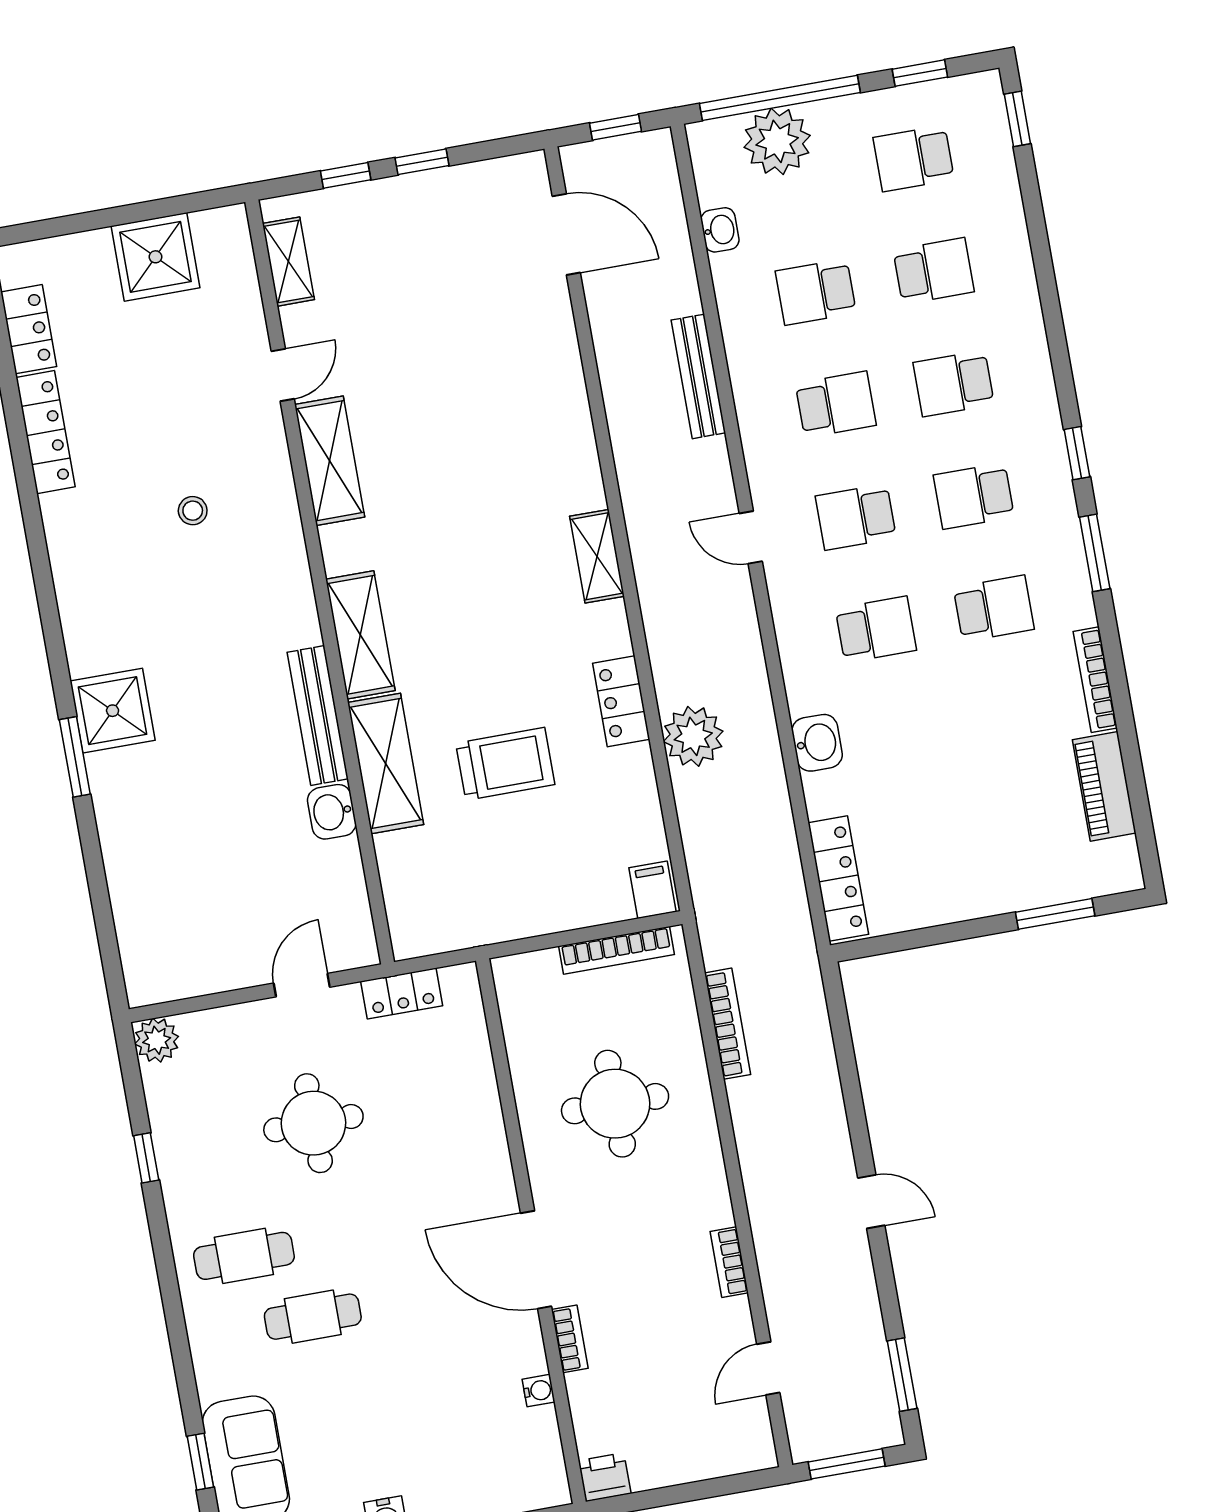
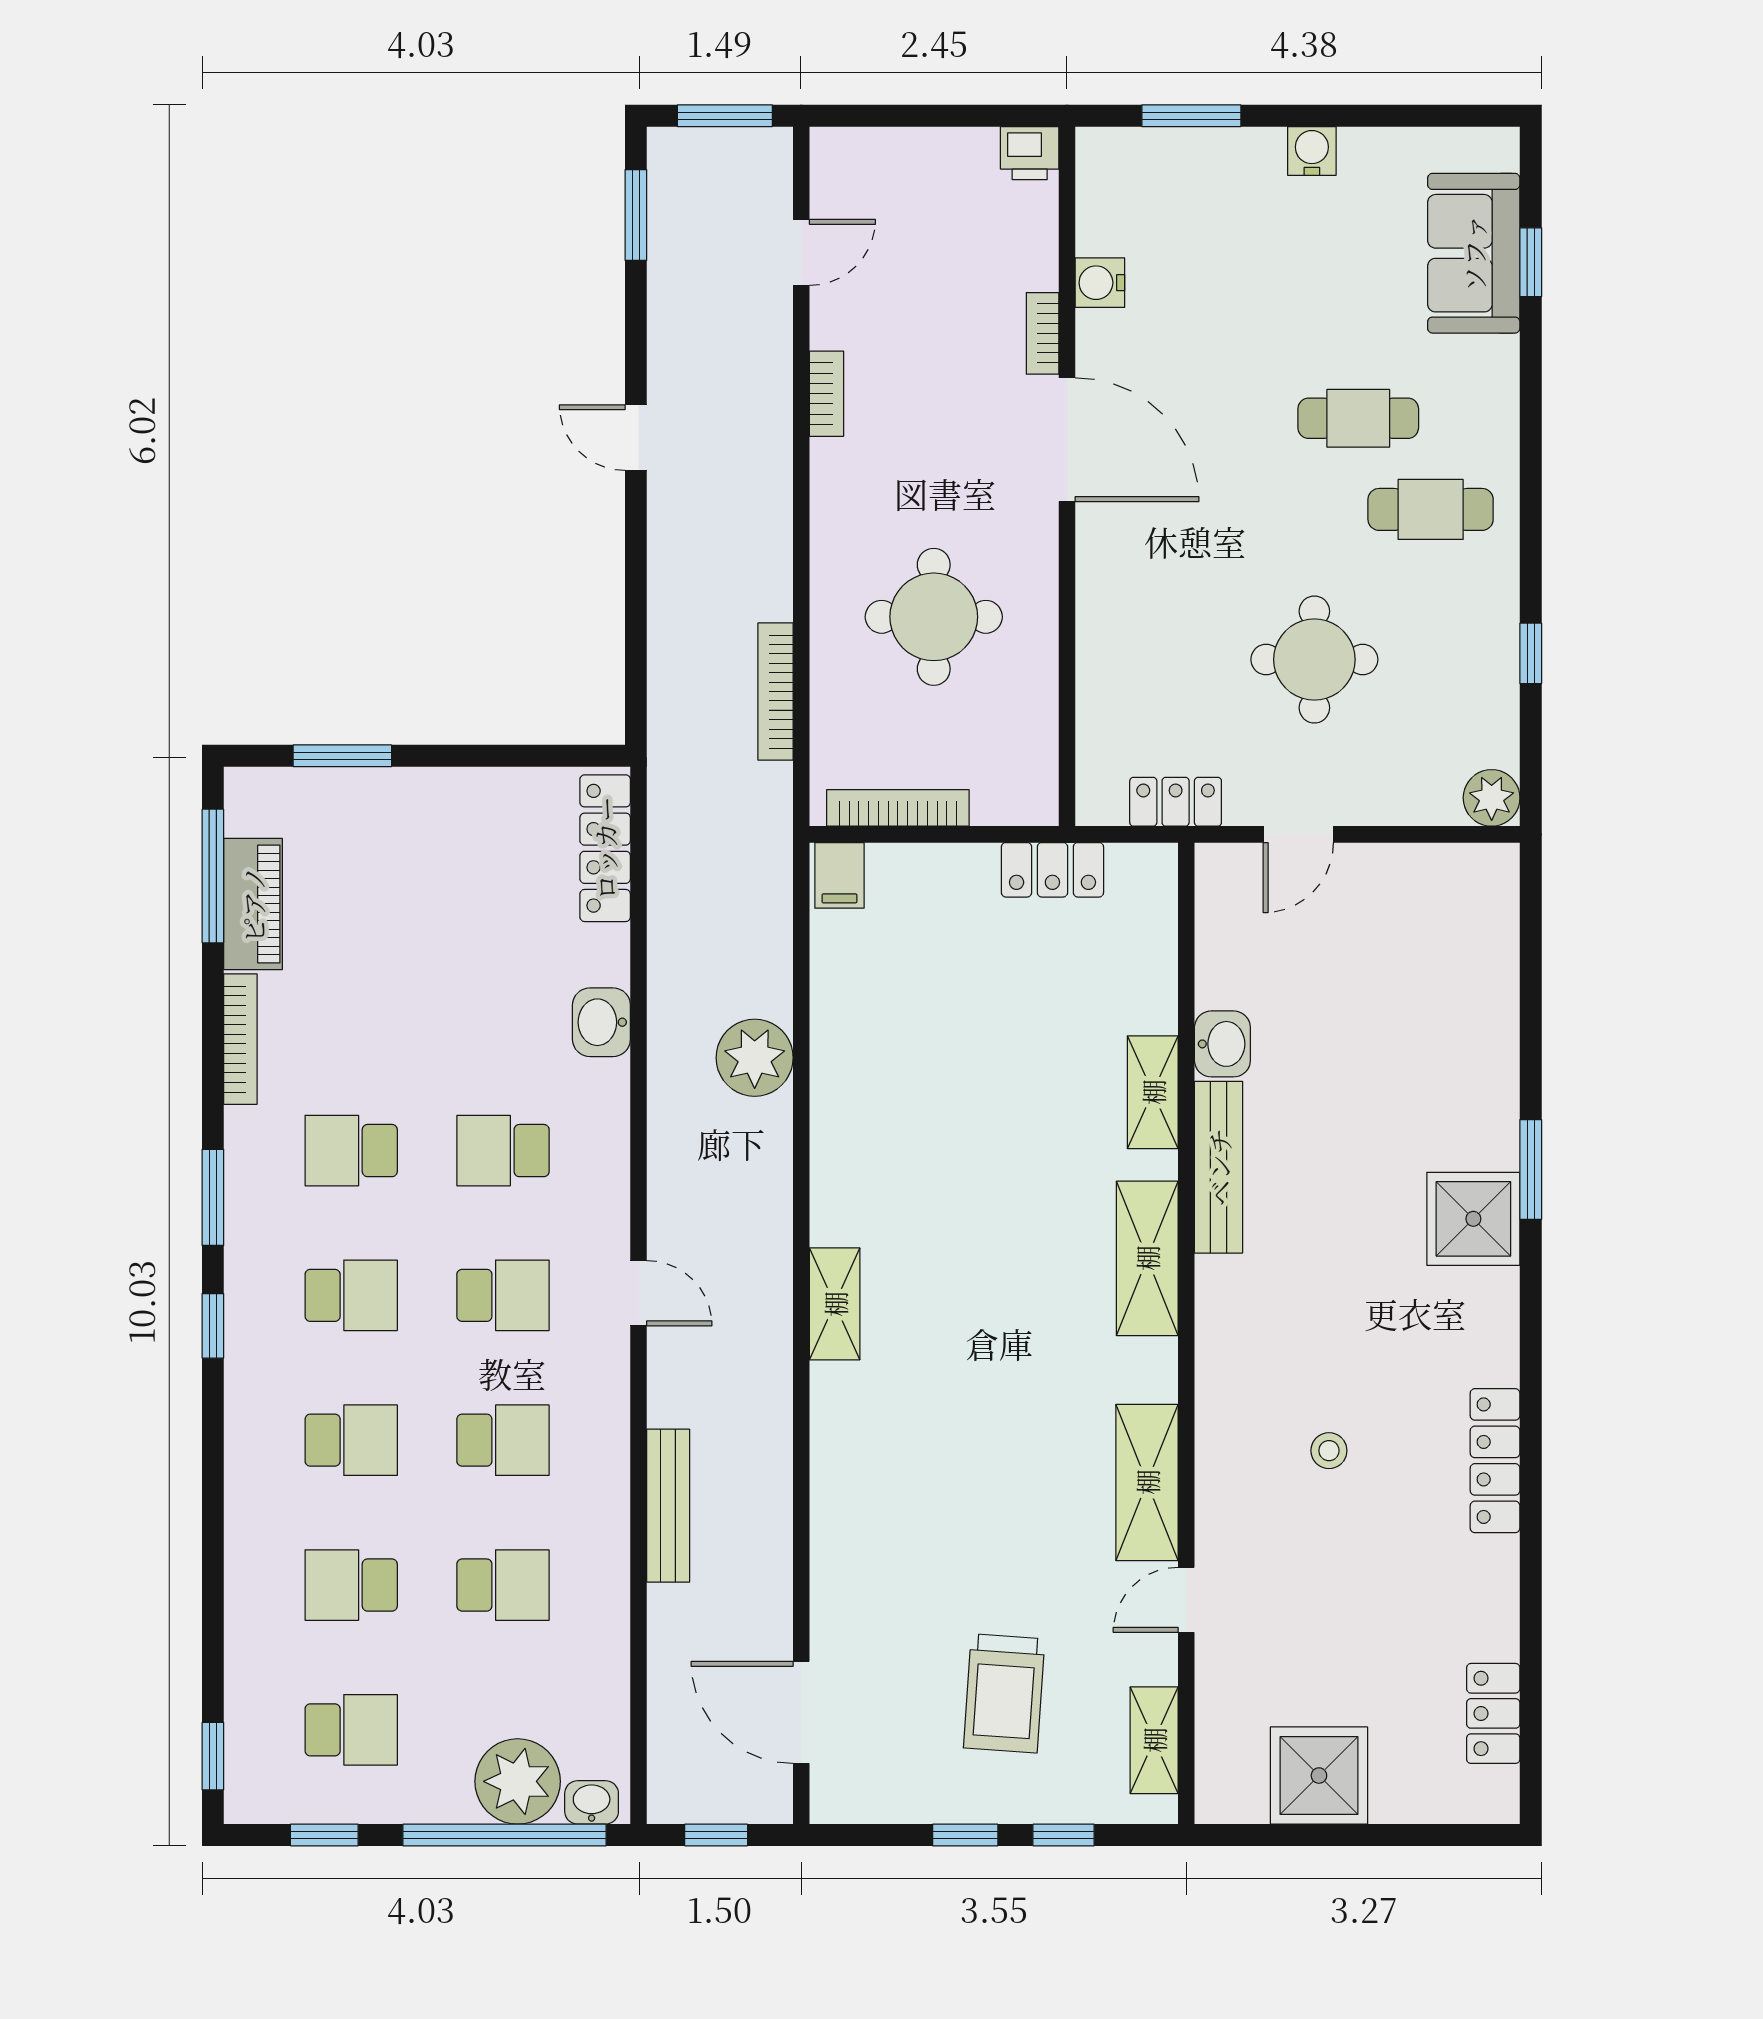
washbasin: (720, 230) -> (592, 1802), moved, turned 90
school desk: (836, 404) -> (503, 1440), turned 180
locker: (46, 432) -> (1495, 1461), moved
locker: (621, 701) -> (1052, 870), moved, turned 90
shelving: (386, 764) -> (1153, 1092), width x0.67, depth x0.75
trolley: (505, 764) -> (1004, 1693), moved, turned -86
window: (1139, 803) -> (213, 876), added
water cooler: (538, 1391) -> (1100, 283), width x1.38, depth x1.38

